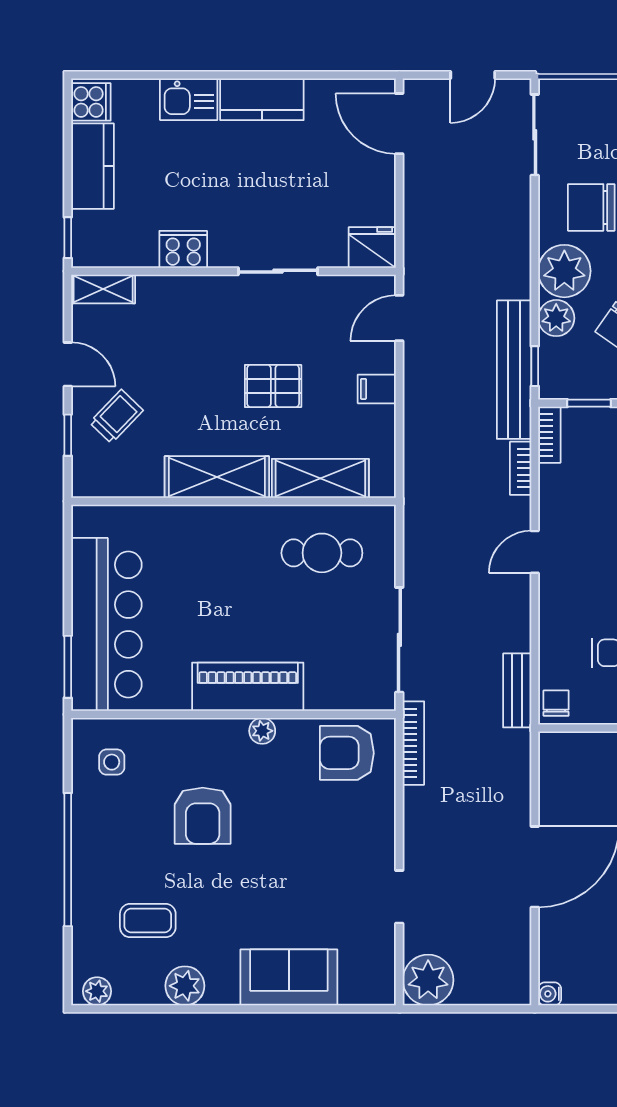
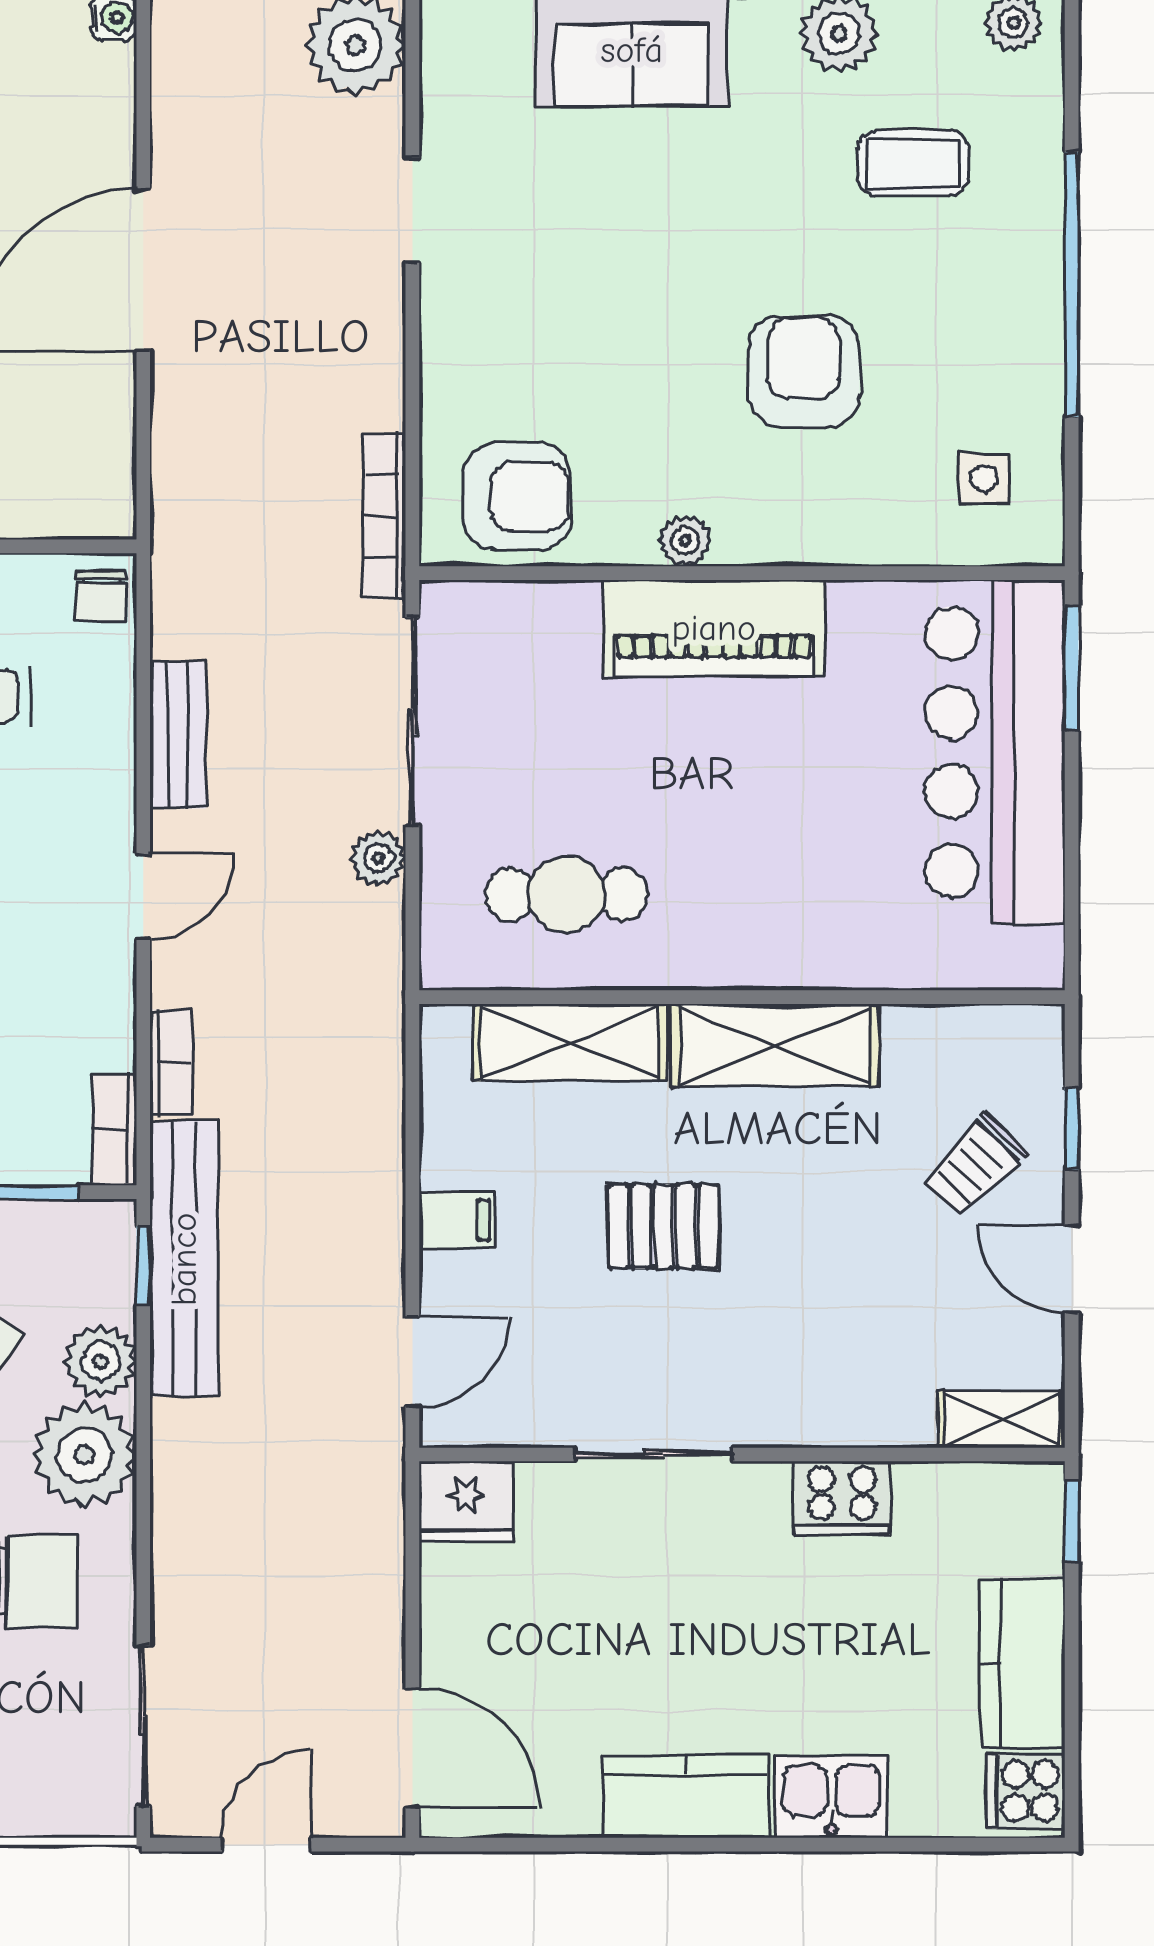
plant: (416, 571) -> (378, 858), added
bench: (517, 690) -> (178, 735), moved

